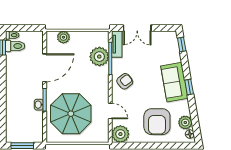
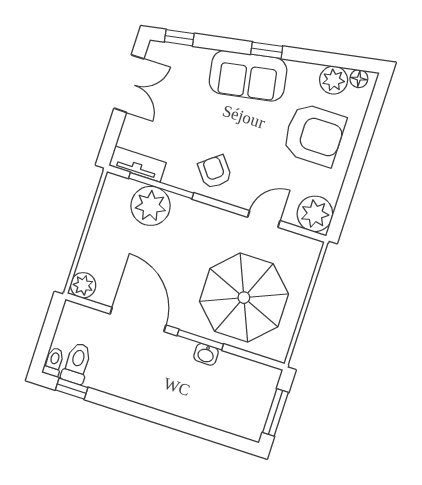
double door: (137, 28) -> (129, 84), moved
plant: (63, 37) -> (83, 285), moved

